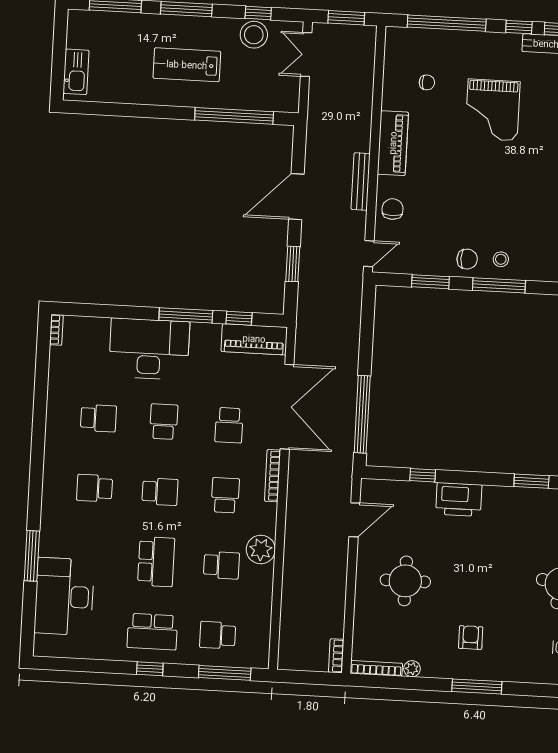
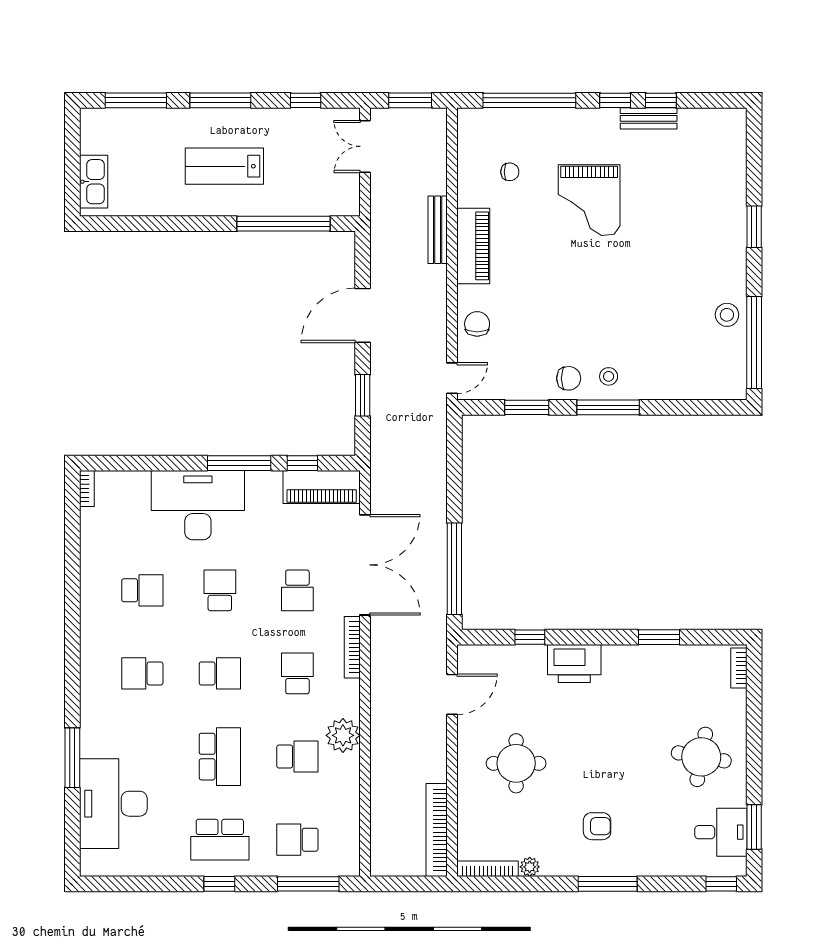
stool: (254, 35) -> (302, 126), removed
bench: (361, 181) -> (438, 230), moved
armchair: (471, 638) -> (597, 826), turned 90
bookcase: (336, 656) -> (437, 830), width x2.31, depth x1.31

